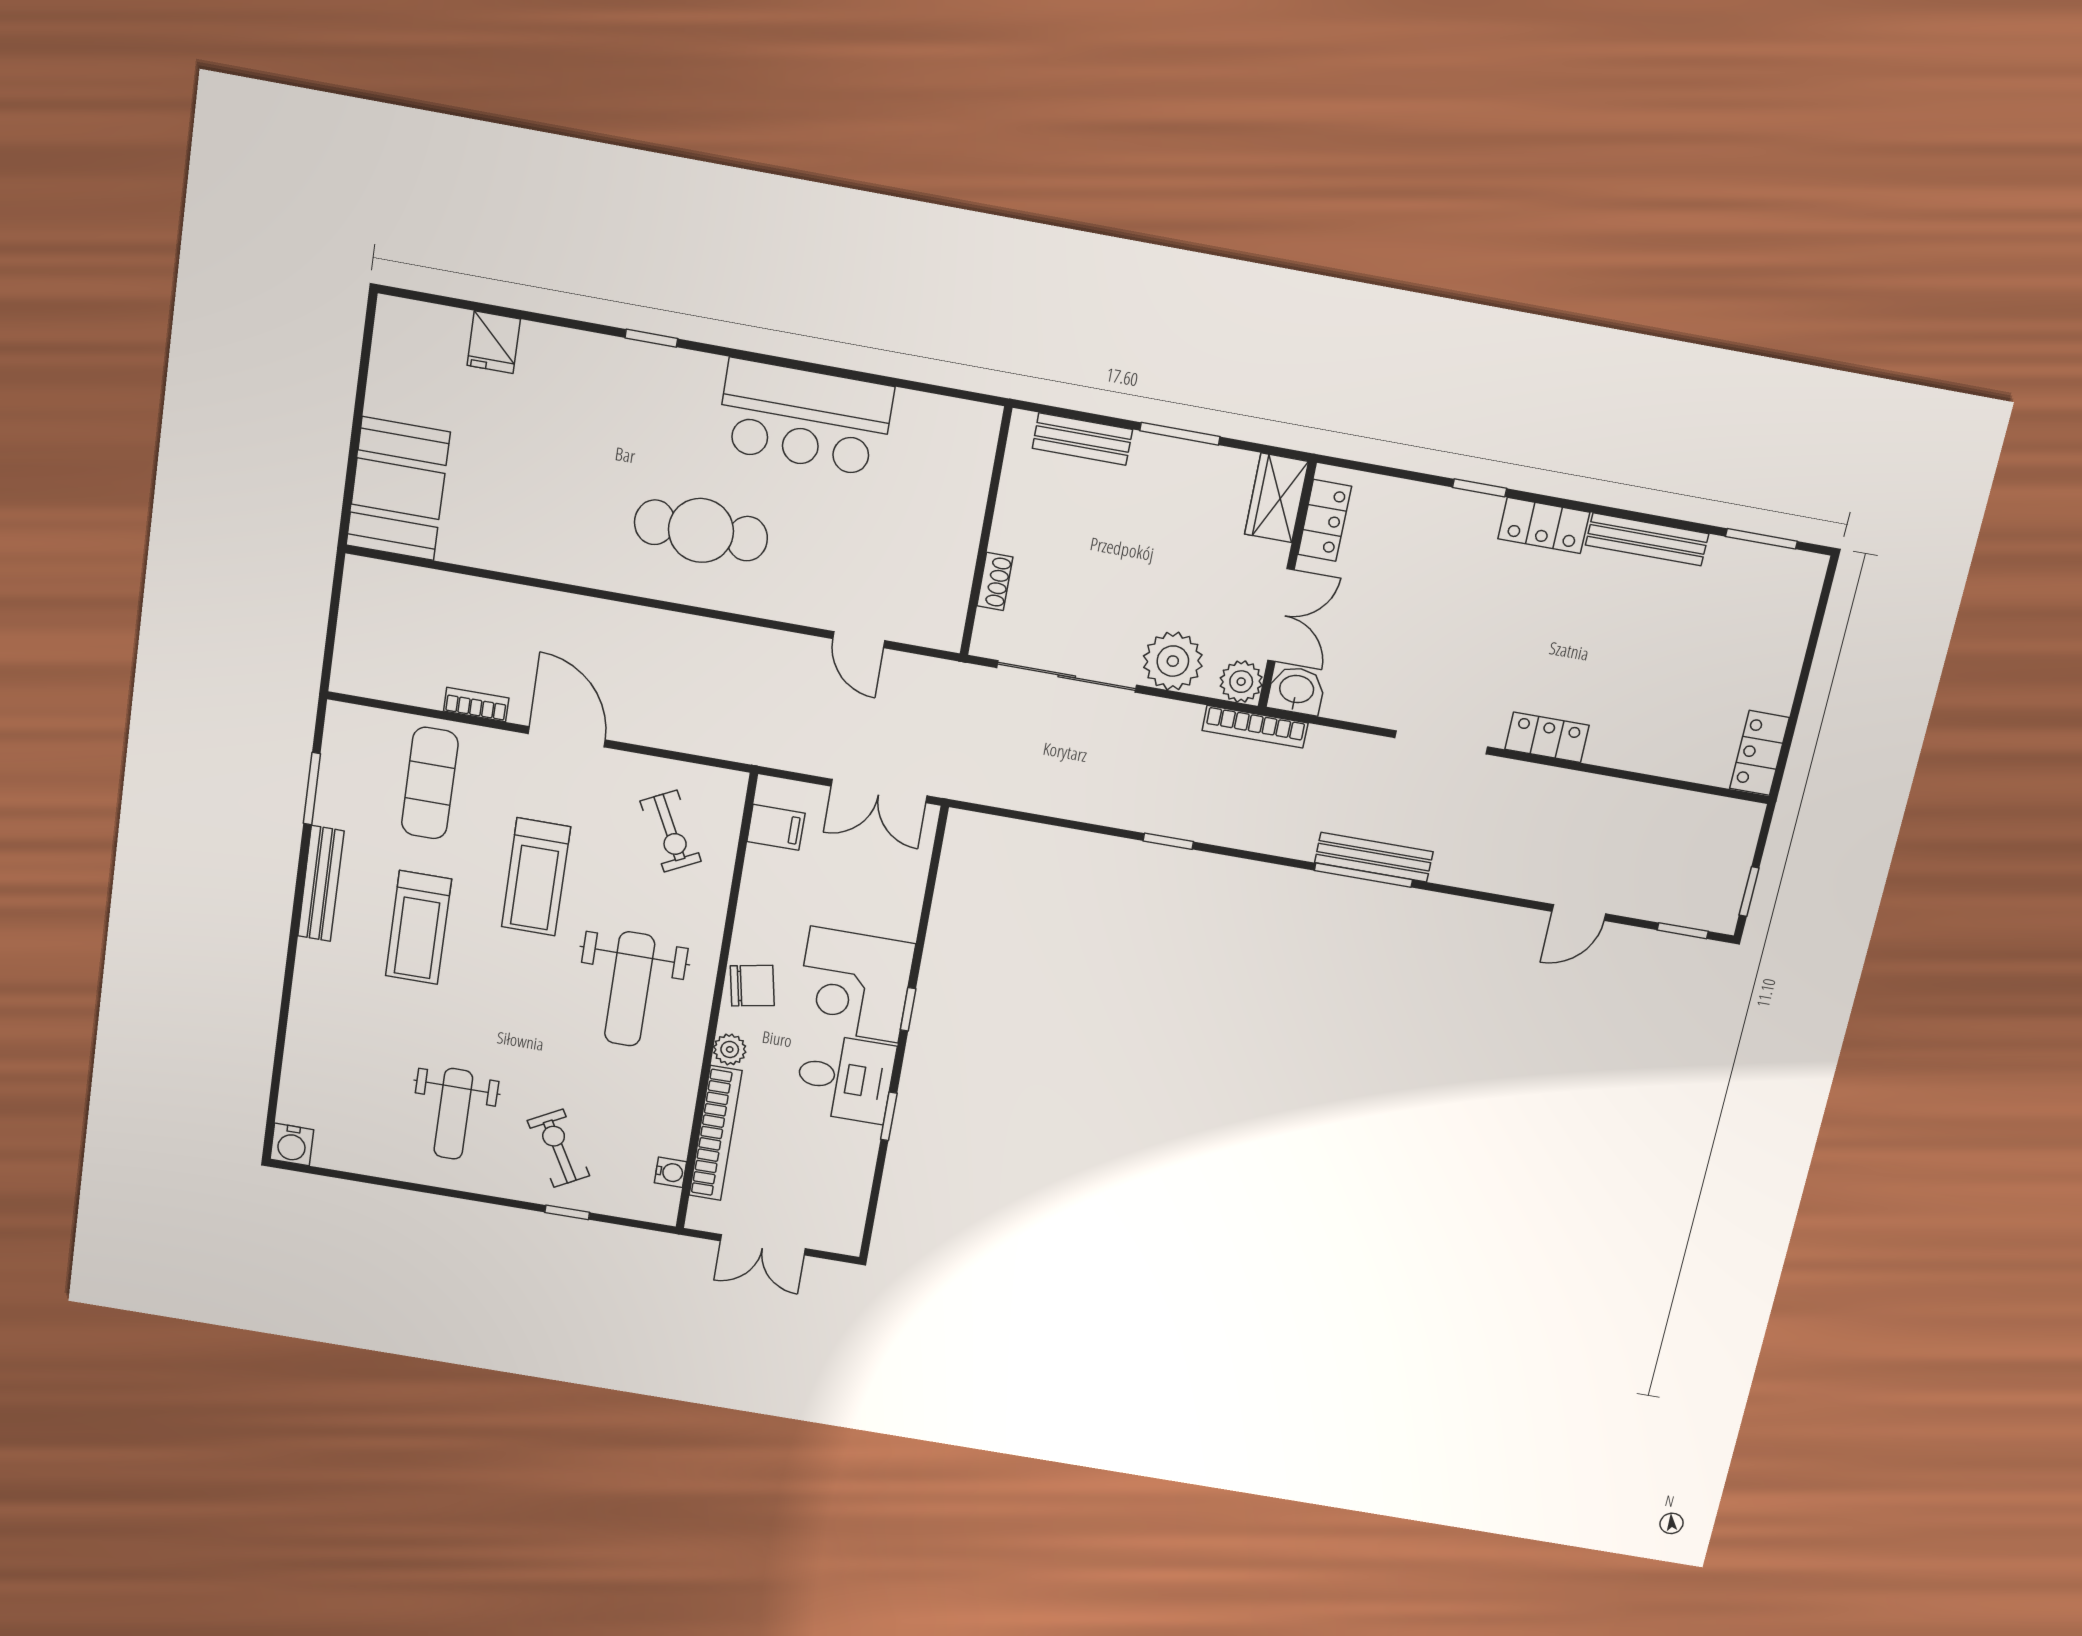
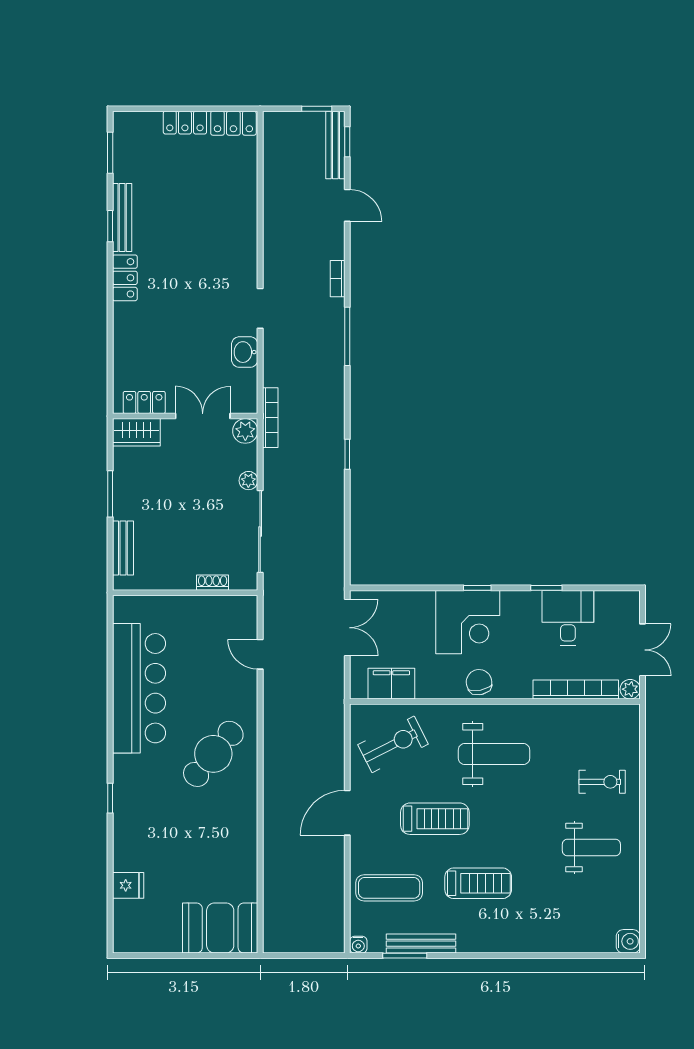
bar counter: (805, 418) -> (139, 688), width x1.36
window: (1480, 488) -> (110, 226), moved
cafe table: (701, 530) -> (213, 754), turned 40
door: (859, 640) -> (260, 654), swing flipped
plant: (1173, 661) -> (248, 481), width x0.53, depth x0.53
washbasin: (1296, 690) -> (245, 352), moved
bookcase: (476, 705) -> (338, 279), moved
locker: (1547, 737) -> (185, 123), moved, turned -90
doorway: (1441, 742) -> (260, 308), width x0.73
filing cabinet: (776, 827) -> (391, 684), width x2.00
exercise bike: (671, 831) -> (393, 744), width x1.38, depth x1.39
bench: (1374, 857) -> (335, 145), moved
bench: (321, 884) -> (421, 944), moved
plant: (730, 1049) -> (630, 689), moved
desk: (845, 1078) -> (568, 618), moved
exercise bike: (558, 1148) -> (602, 782), turned -151
water cooler: (670, 1172) -> (358, 945), moved, turned 180
window: (567, 1212) -> (643, 771), removed

